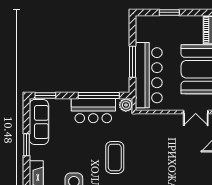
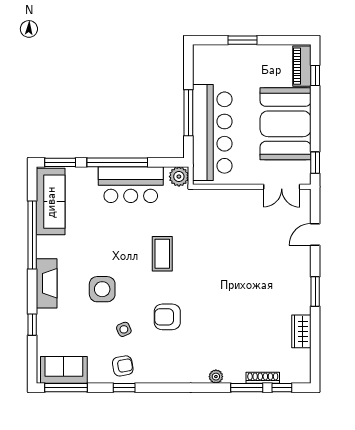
window: (99, 95) -> (117, 162), moved
window: (26, 145) -> (32, 235), width x2.11
coffee table: (115, 157) -> (162, 254), width x0.73, depth x0.76

